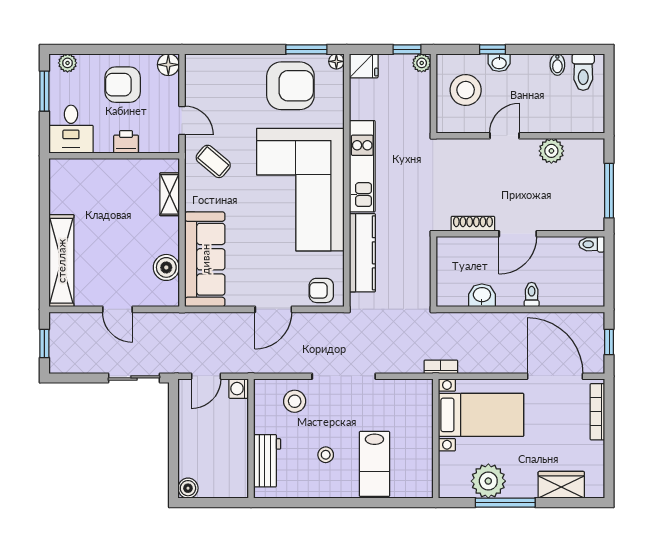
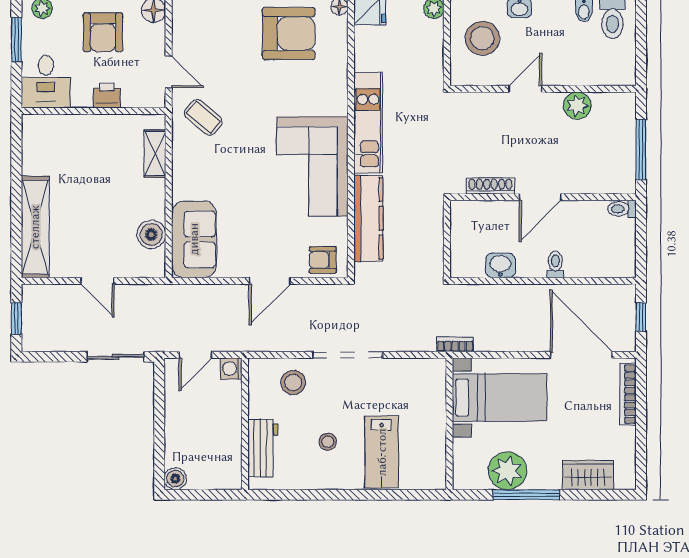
armchair: (123, 85) -> (103, 32), turned -90
corner sofa: (300, 190) -> (312, 167), width x0.73, depth x0.74
sofa: (205, 259) -> (194, 239), width x0.73

